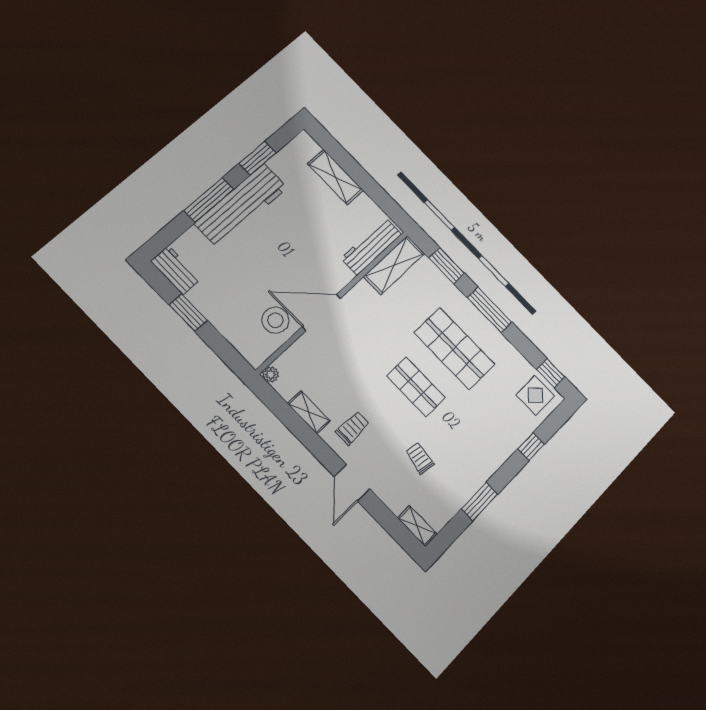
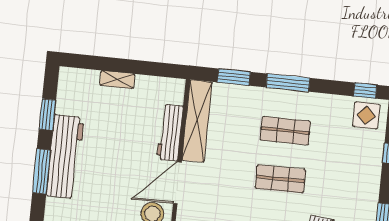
shelving: (335, 177) -> (117, 80), width x0.67, depth x0.75
workbench: (371, 246) -> (170, 133), moved
shelving: (394, 265) -> (197, 121), width x1.47
shop shelf: (454, 348) -> (285, 131), width x0.70, depth x0.74

